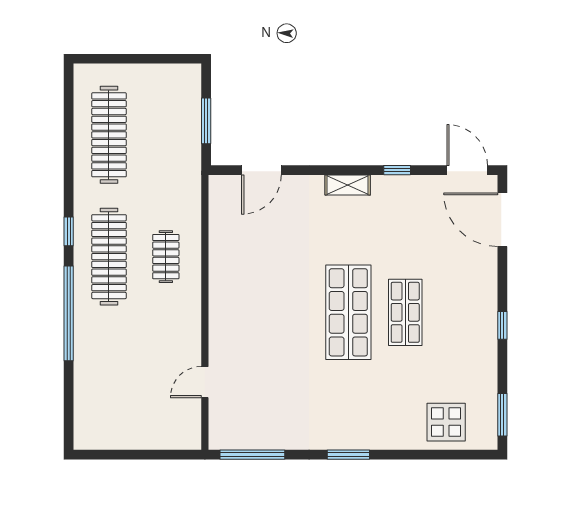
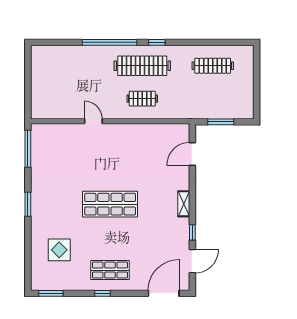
clothes rail: (109, 135) -> (213, 66), width x0.73, depth x0.76
door: (261, 170) -> (192, 154), hinge flipped
door: (467, 170) -> (192, 261), moved
shop shelf: (405, 312) -> (110, 270), moved
door: (205, 382) -> (93, 121), moved
display table: (446, 422) -> (59, 250), moved

